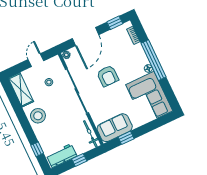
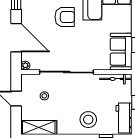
armchair: (108, 76) -> (65, 17), moved
stool: (38, 116) -> (88, 120), moved

